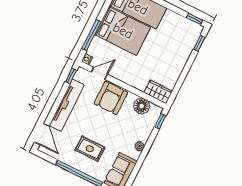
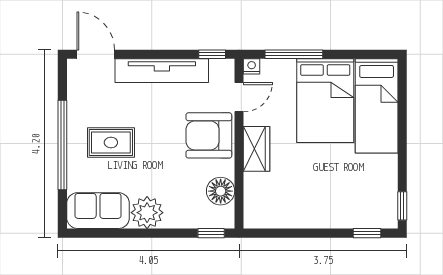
door: (99, 73) -> (239, 97), hinge flipped
wardrobe: (158, 92) -> (257, 149), moved
door: (42, 134) -> (96, 54), swing flipped
plant: (140, 146) -> (147, 213), width x1.87, depth x1.87
rug: (90, 149) -> (111, 143), turned 90

